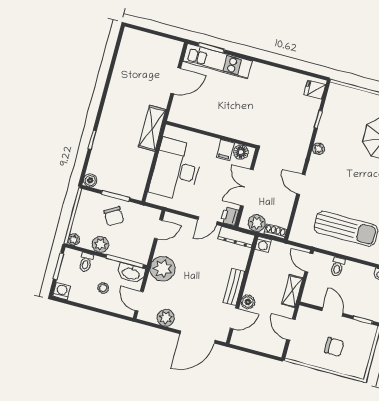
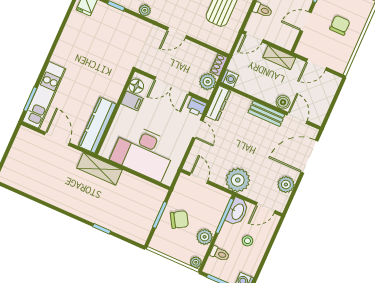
kitchen counter: (196, 119) -> (97, 125), added
boiler: (90, 180) -> (141, 237), removed
door: (197, 337) -> (309, 157), swing flipped

